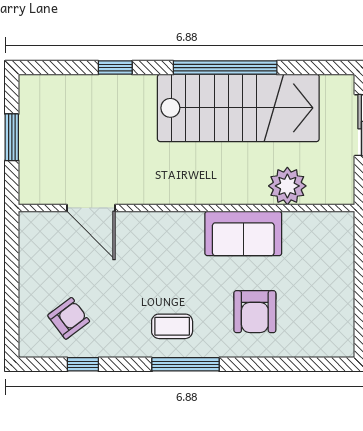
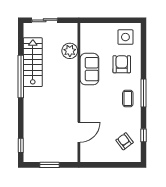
window: (115, 68) -> (21, 145), moved
stairs: (238, 108) -> (33, 62), width x0.73, depth x0.66
armchair: (255, 312) -> (122, 64), turned -90
side table: (321, 321) -> (125, 37), added

